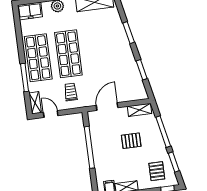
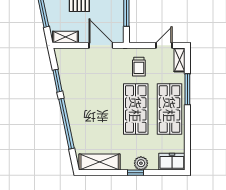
window: (129, 33) -> (66, 124), width x2.11
door: (107, 107) -> (101, 45), swing flipped
door: (51, 114) -> (164, 45), swing flipped

